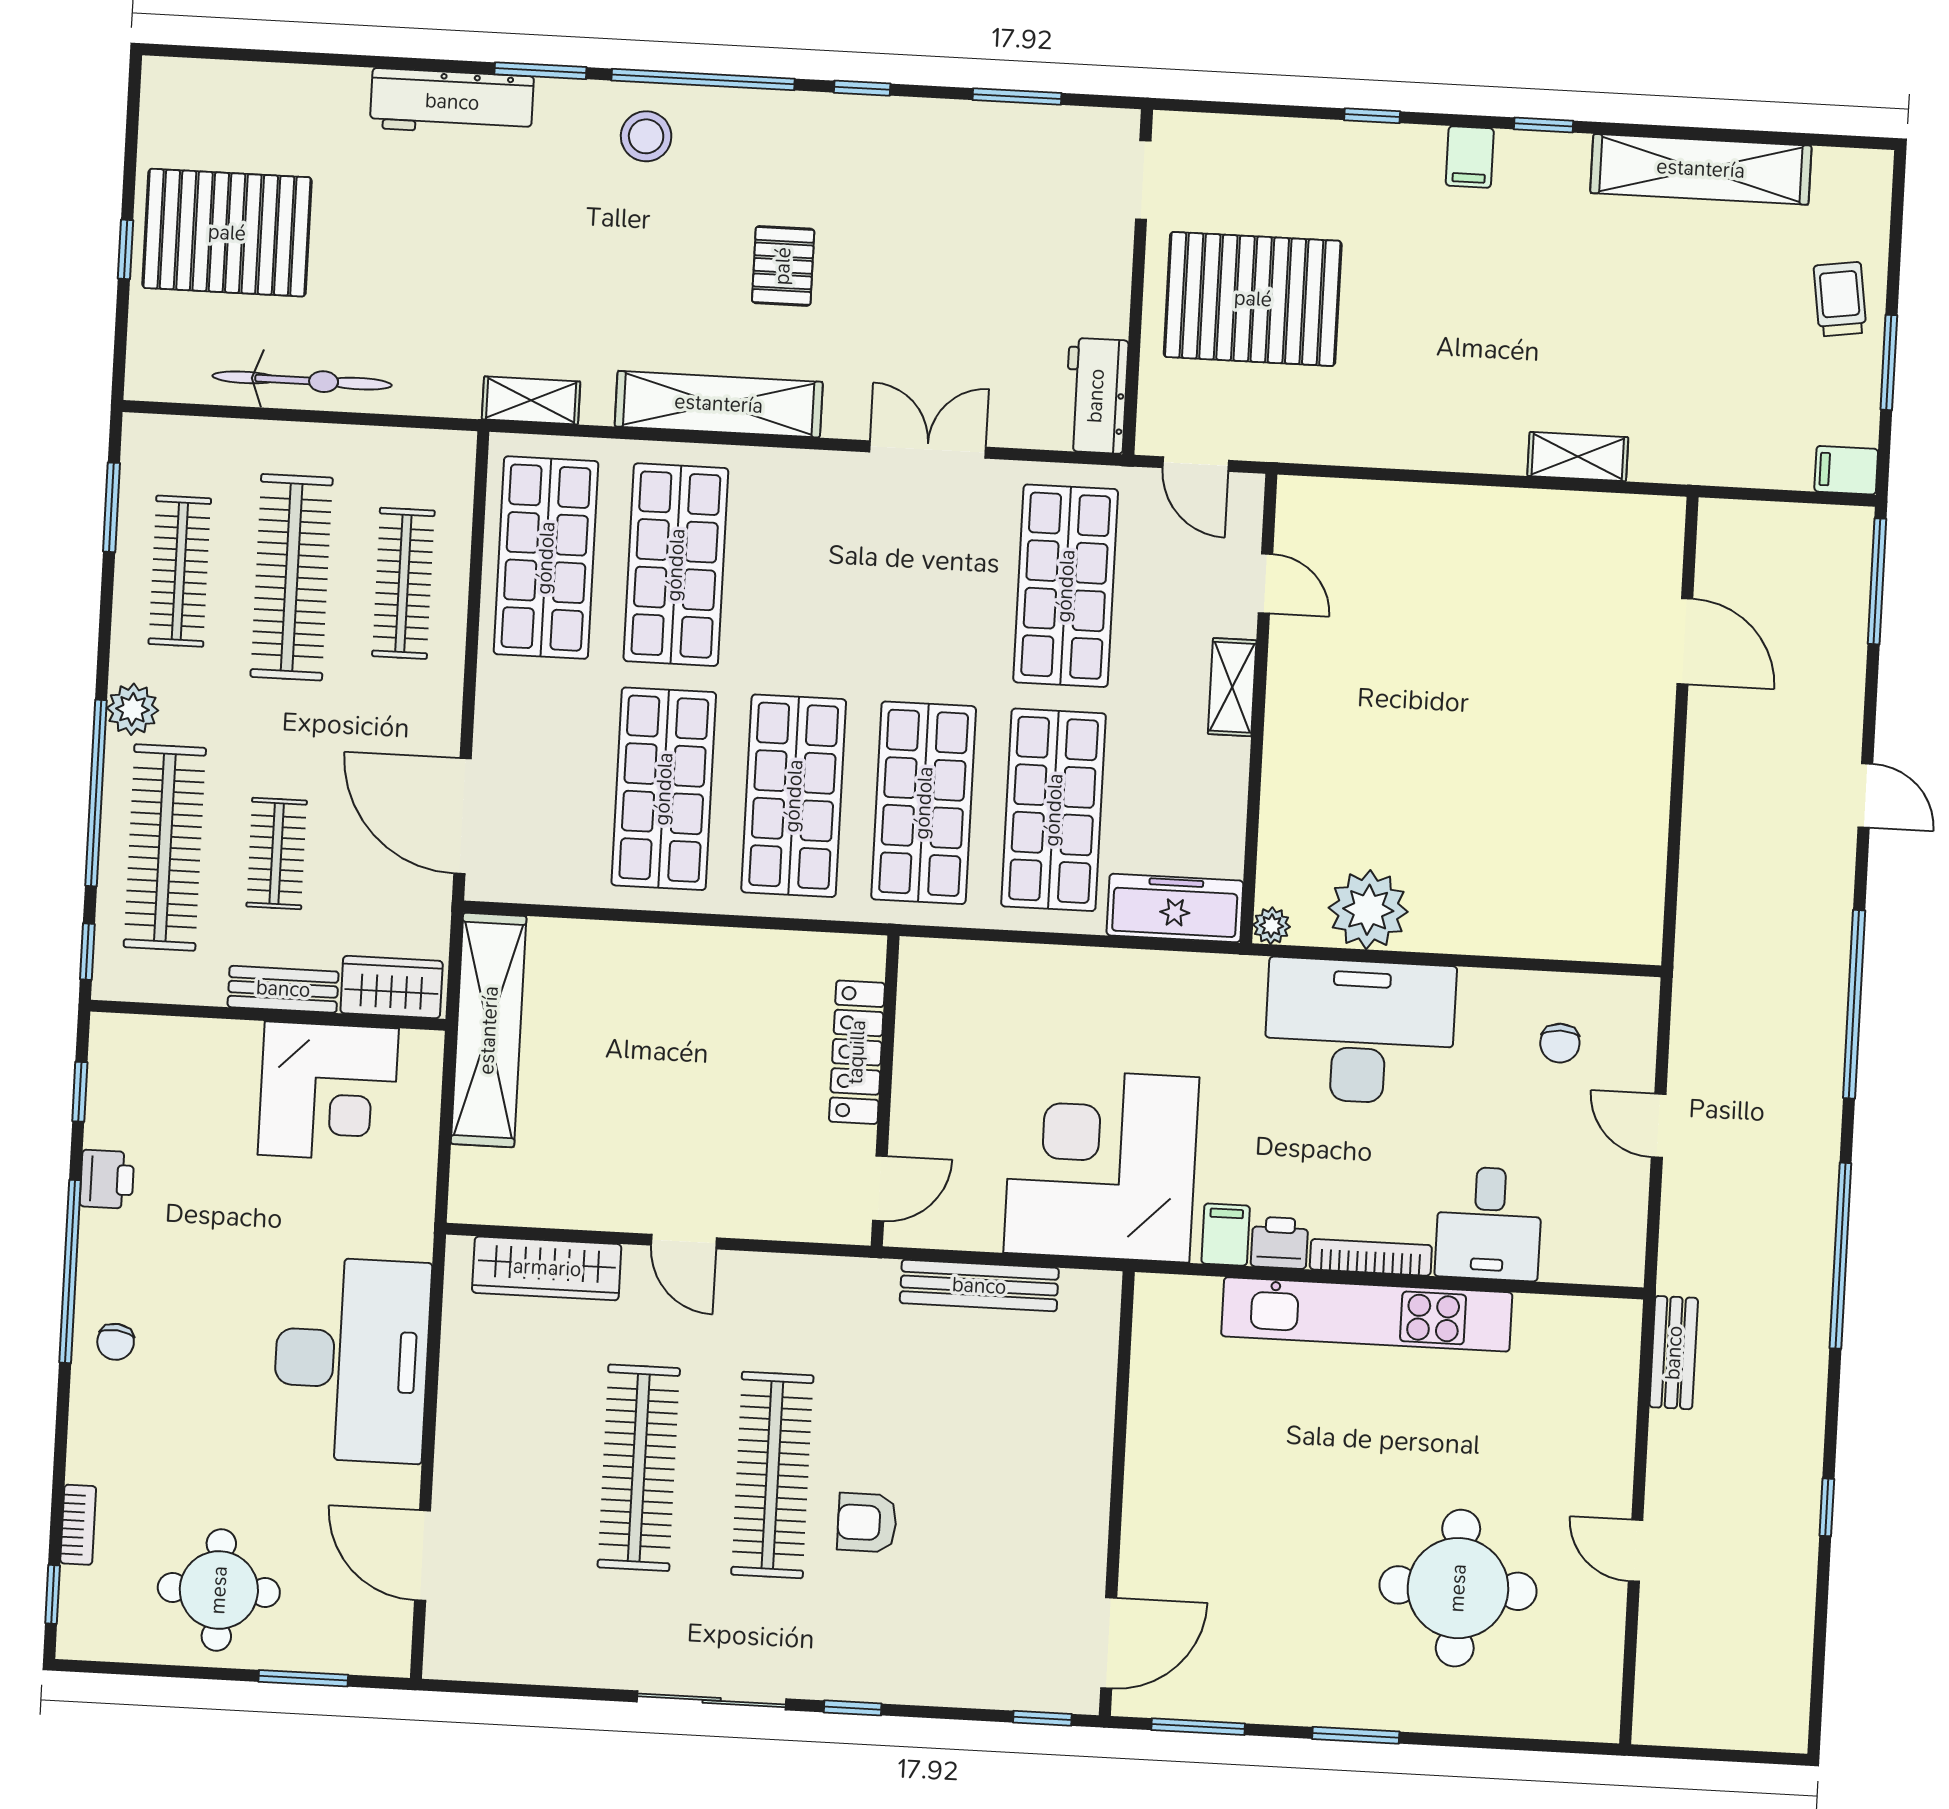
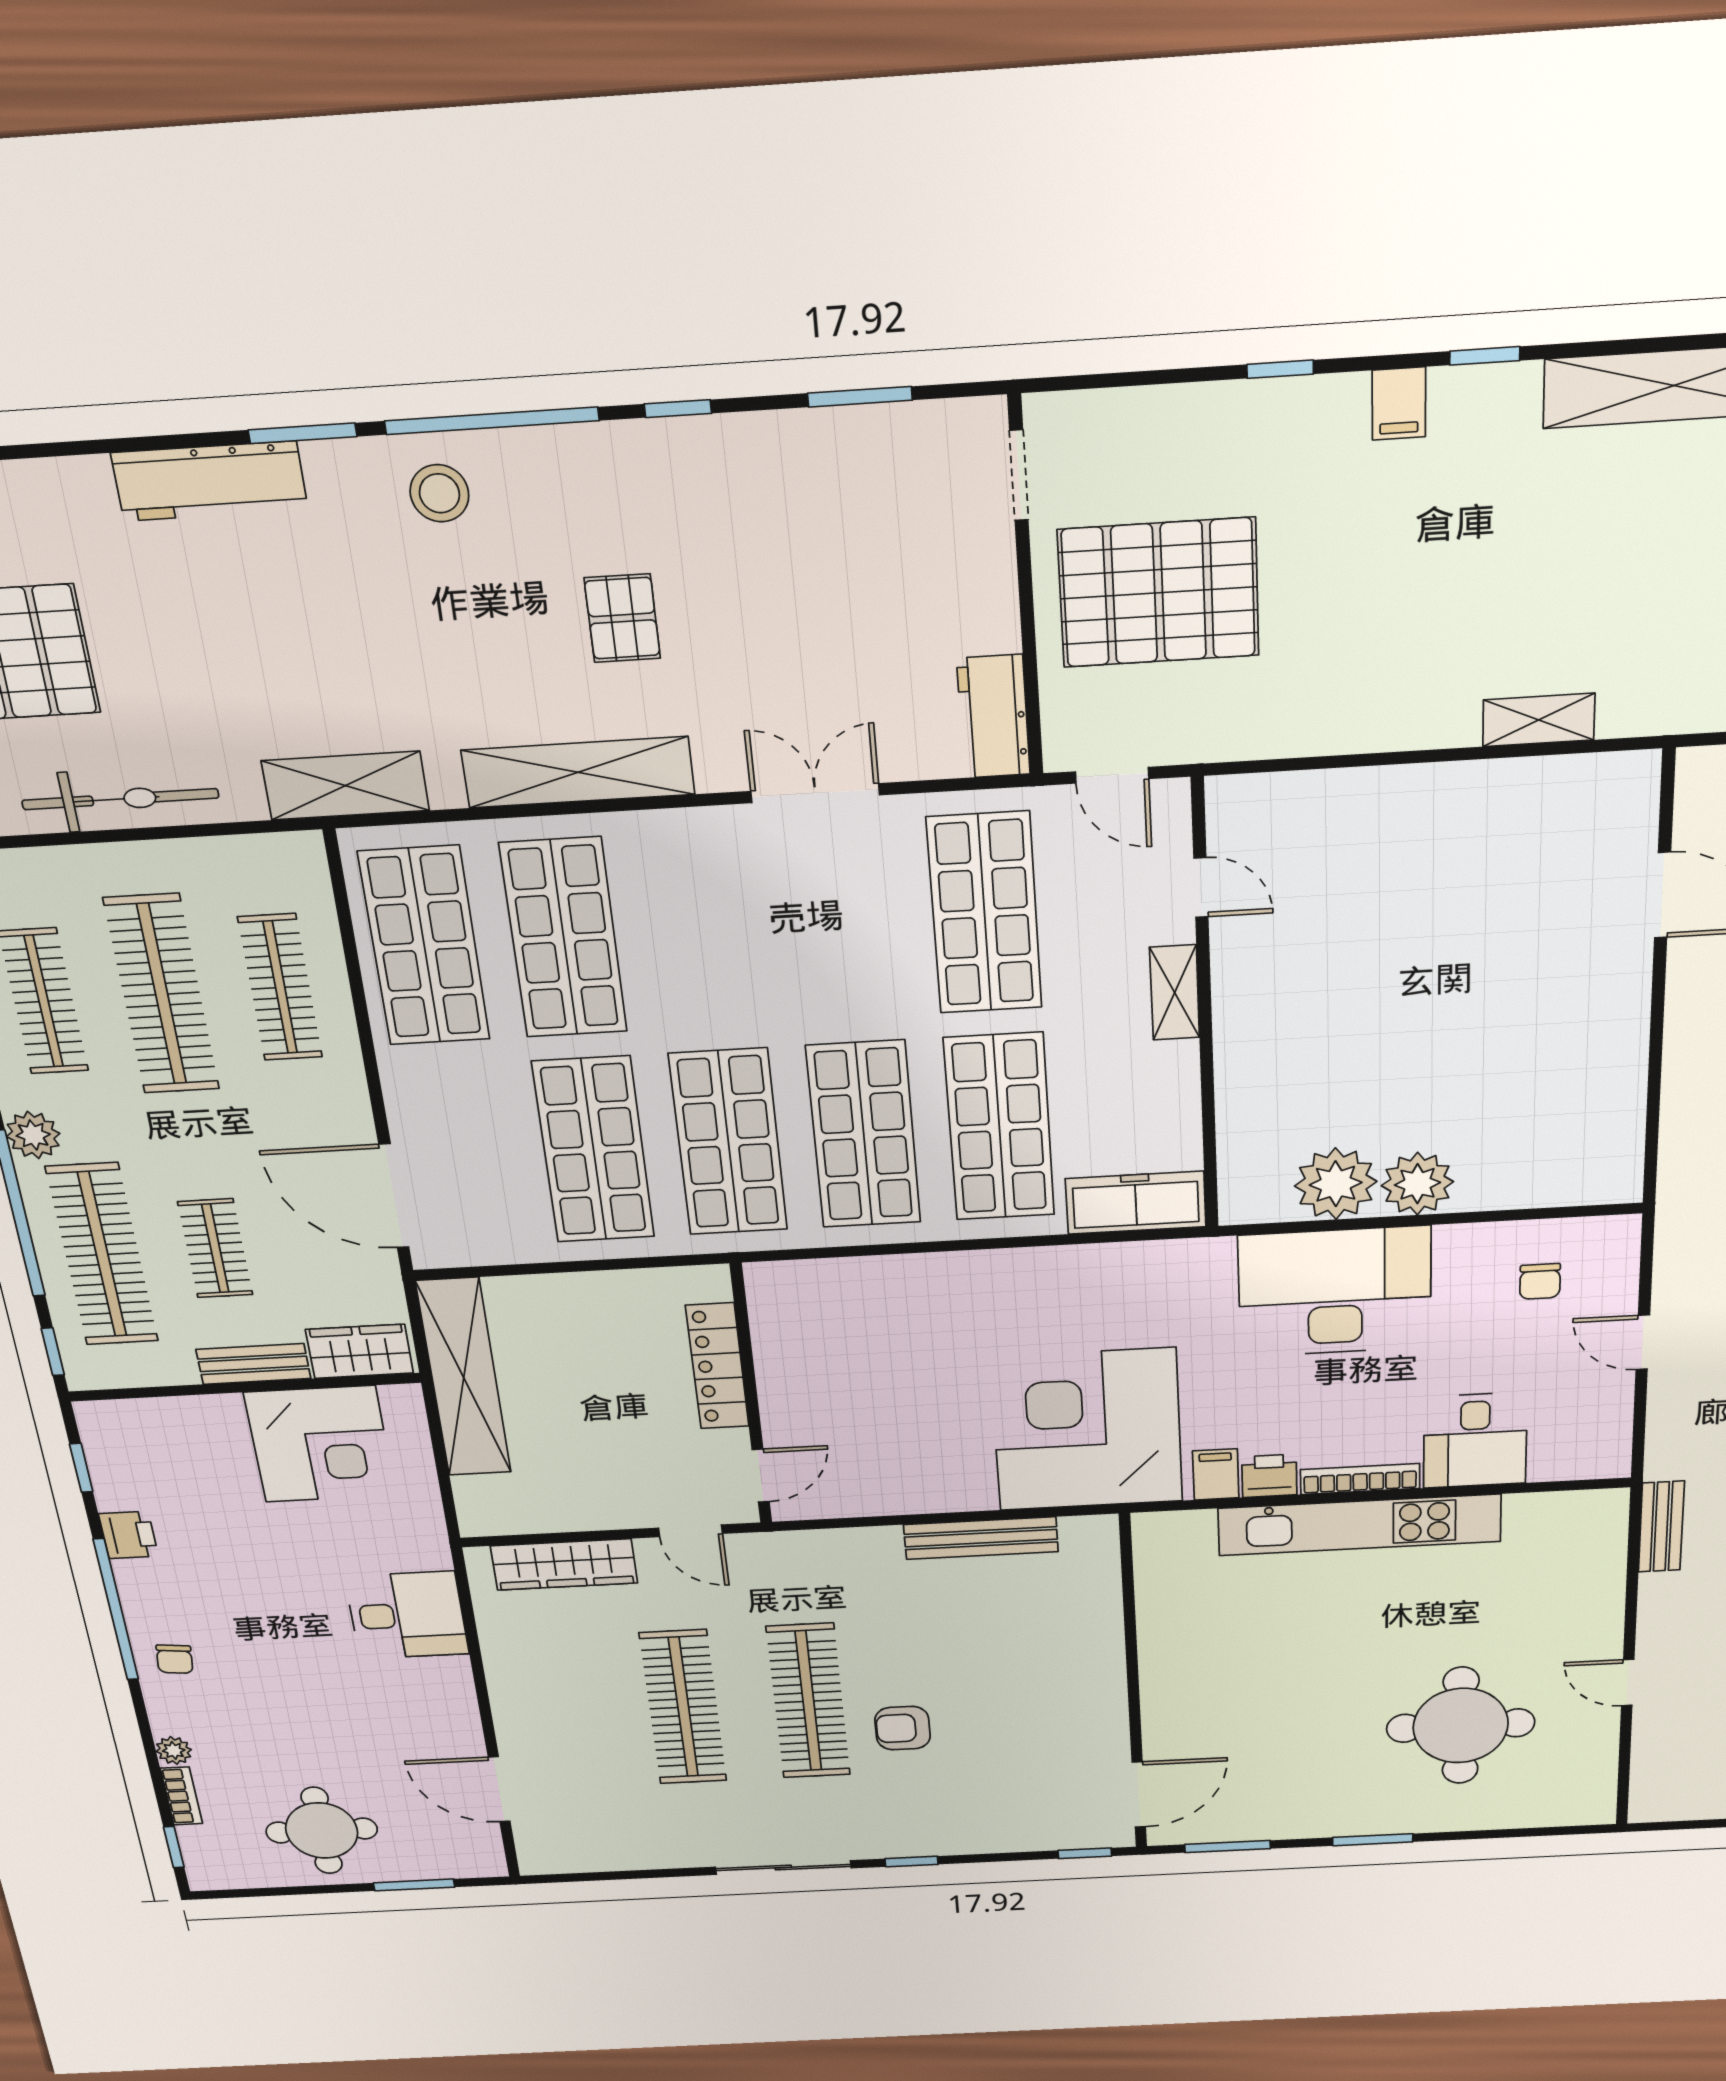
shelving: (531, 400) -> (345, 786), width x1.50, depth x1.33
plant: (1271, 926) -> (1417, 1184), moved, width x1.87, depth x1.87
locker: (857, 1052) -> (717, 1366), moved
wall: (885, 1091) -> (751, 1396), moved
door: (880, 1188) -> (761, 1476), moved
desk: (351, 1360) -> (407, 1615), width x0.53, depth x0.77
plant: (85, 1462) -> (174, 1750), added

